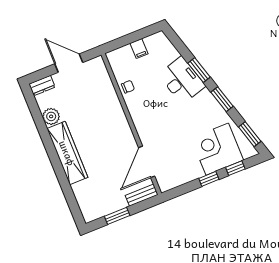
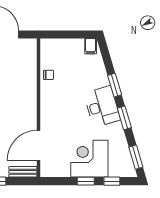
filing cabinet: (139, 48) -> (91, 46), moved
desk: (182, 80) -> (102, 107), moved
corner desk: (217, 149) -> (89, 159), moved

